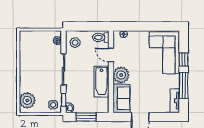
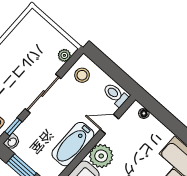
door: (111, 55) -> (109, 124), hinge flipped

